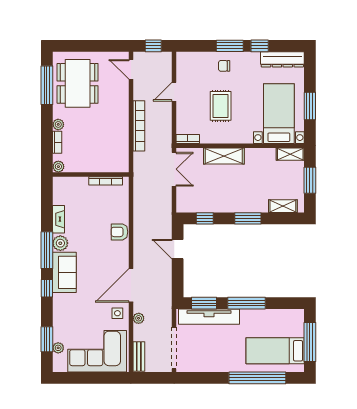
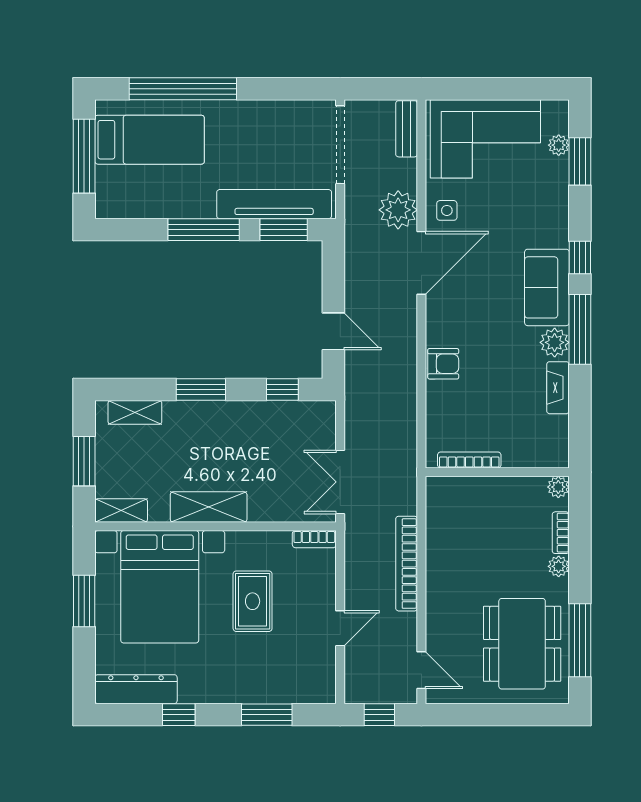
window: (230, 46) -> (267, 715), moved
chair: (224, 66) -> (246, 677), removed
bed with nightstands: (279, 114) -> (160, 587), width x1.36
shelving: (224, 156) -> (209, 507), moved
plant: (139, 318) -> (398, 210), width x1.87, depth x1.87

